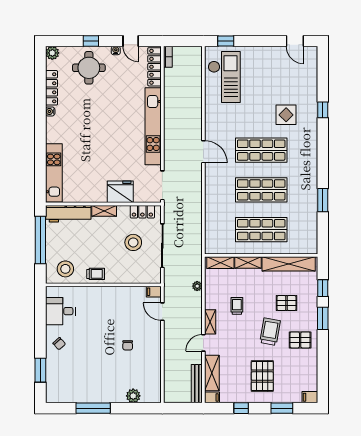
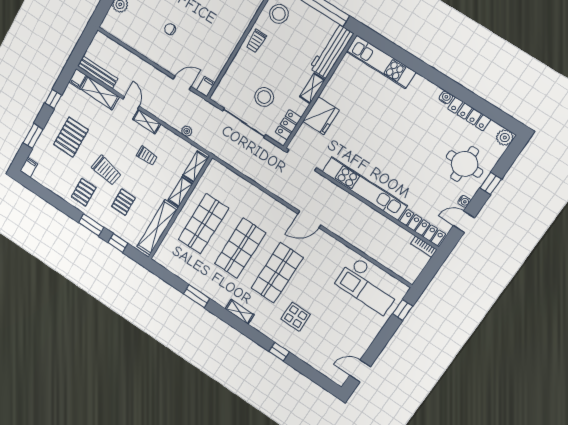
shelving: (312, 159) -> (240, 312), added
pallet: (262, 376) -> (71, 137), turned 90

